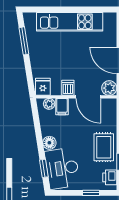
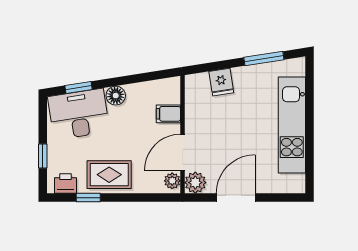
fridge: (43, 87) -> (221, 82), moved, turned 81
dishwasher: (68, 88) -> (196, 123), removed
plant: (49, 104) -> (172, 181), moved

